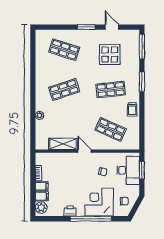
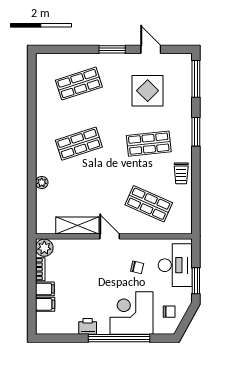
shop shelf: (64, 50) -> (79, 84), turned -36
window: (142, 170) -> (196, 281), moved
plant: (41, 208) -> (44, 248), moved

